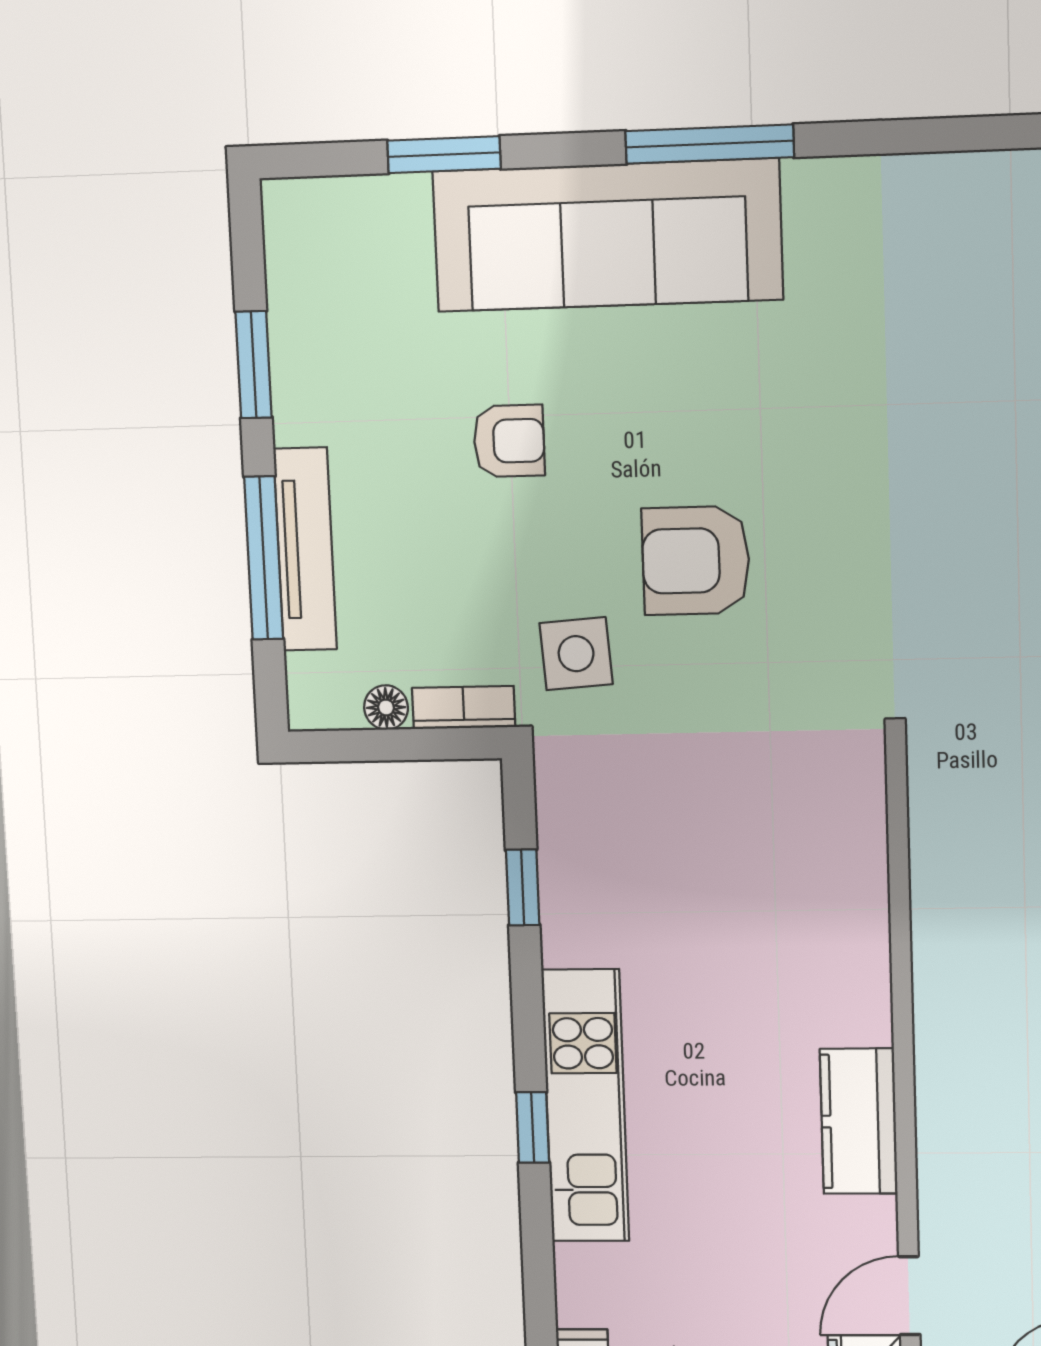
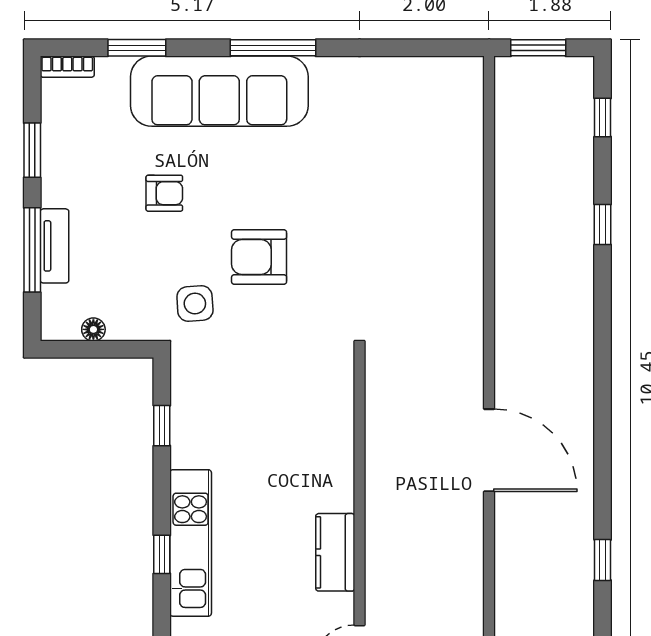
tv unit: (305, 549) -> (54, 246), width x0.71
bookcase: (464, 707) -> (67, 67), moved, turned 180

